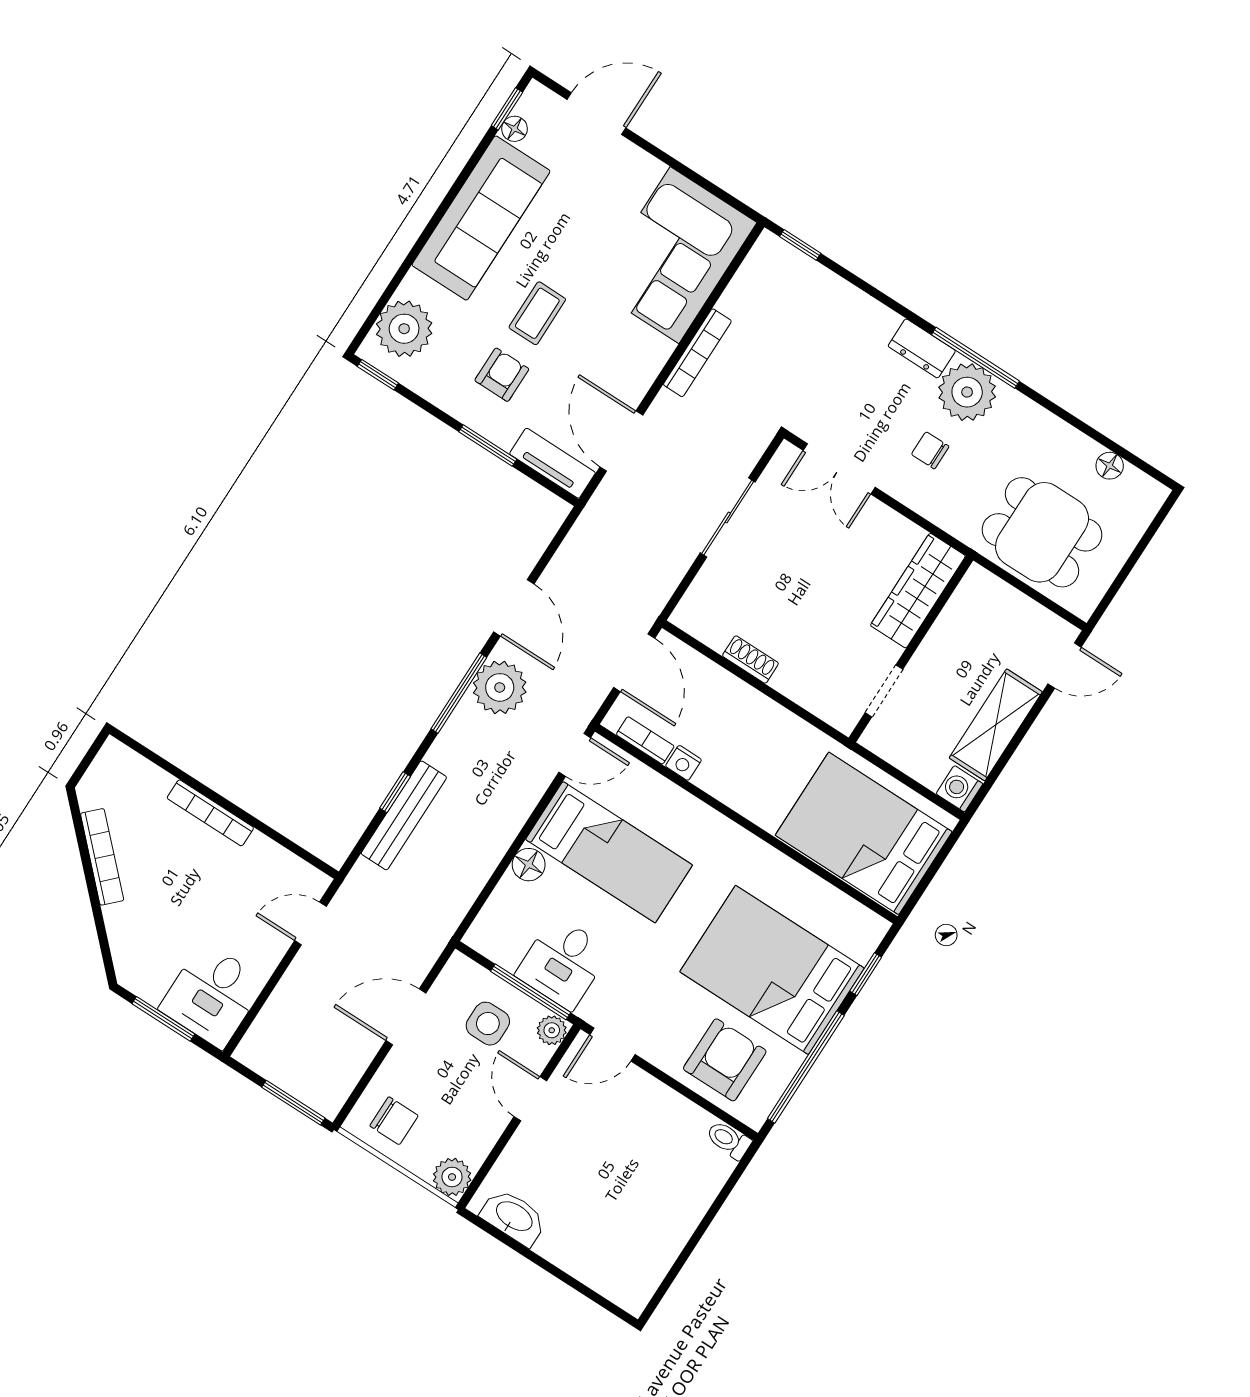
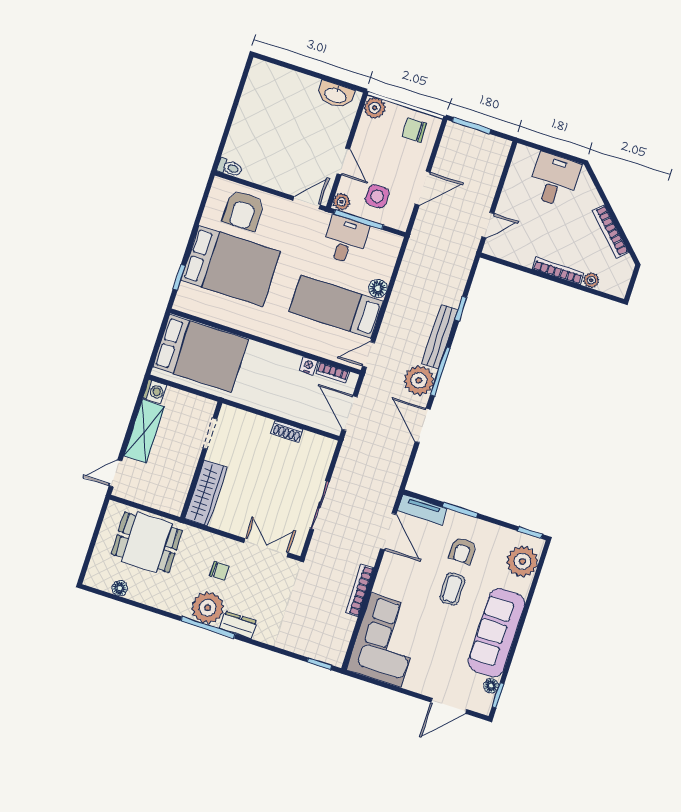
plant: (158, 781) -> (591, 280), added
bench: (404, 815) -> (440, 337), moved
desk: (213, 995) -> (554, 180), moved
window: (163, 1019) -> (554, 152), removed
window: (806, 1067) -> (198, 218), removed

